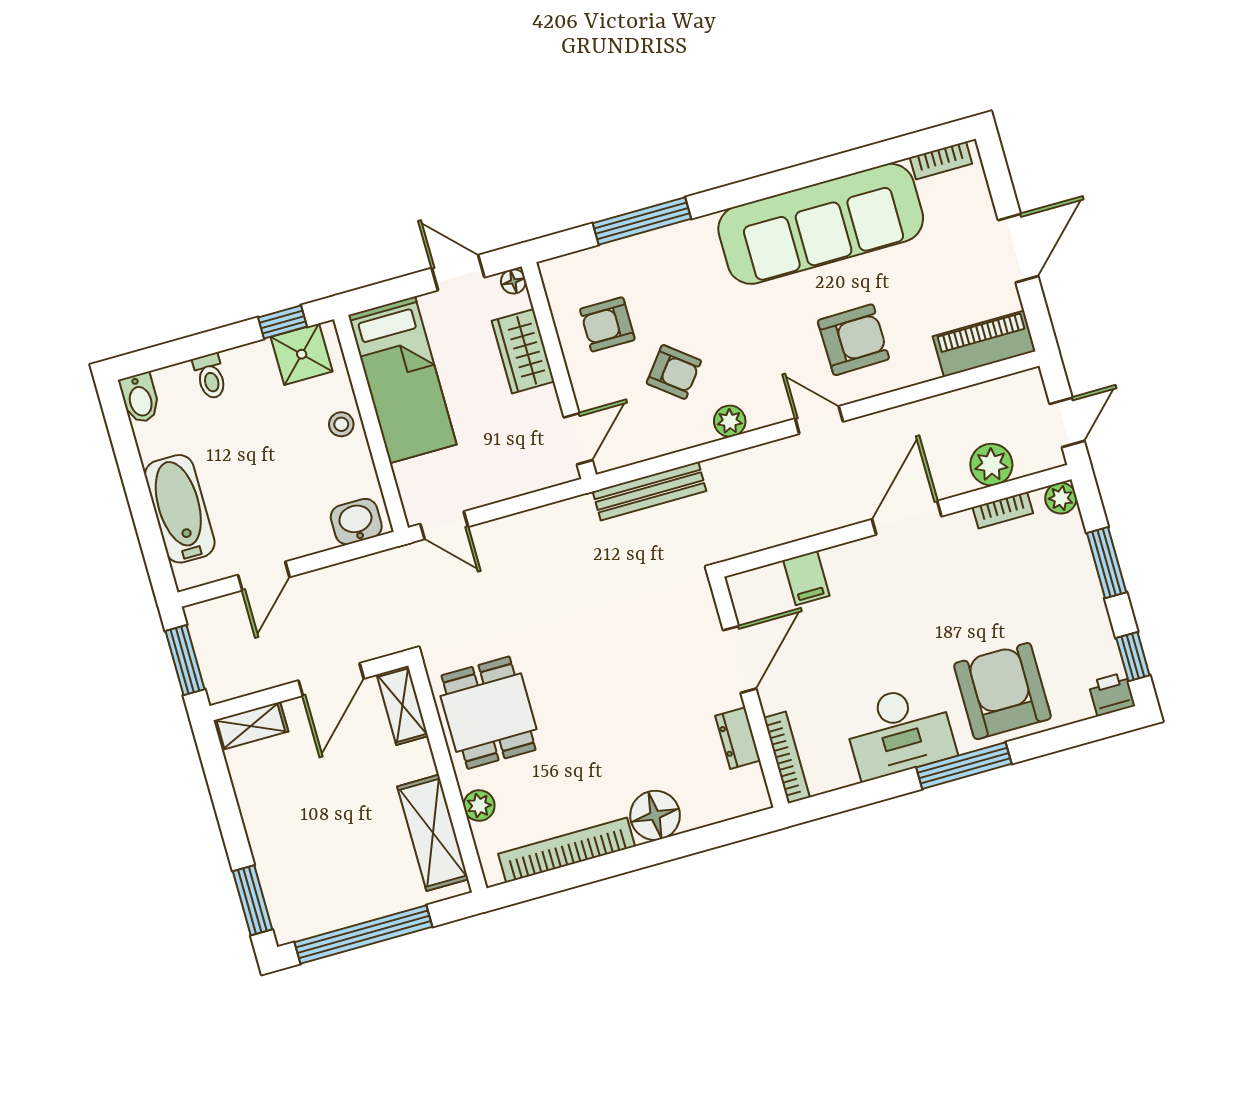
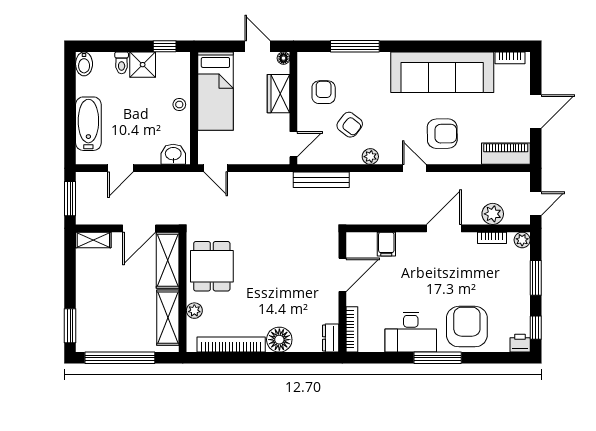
armchair: (607, 324) -> (324, 92), turned 90
shower: (302, 354) -> (143, 65), moved
shelving: (402, 705) -> (168, 260), width x1.50, depth x1.33
dresser: (738, 738) -> (331, 338), moved

